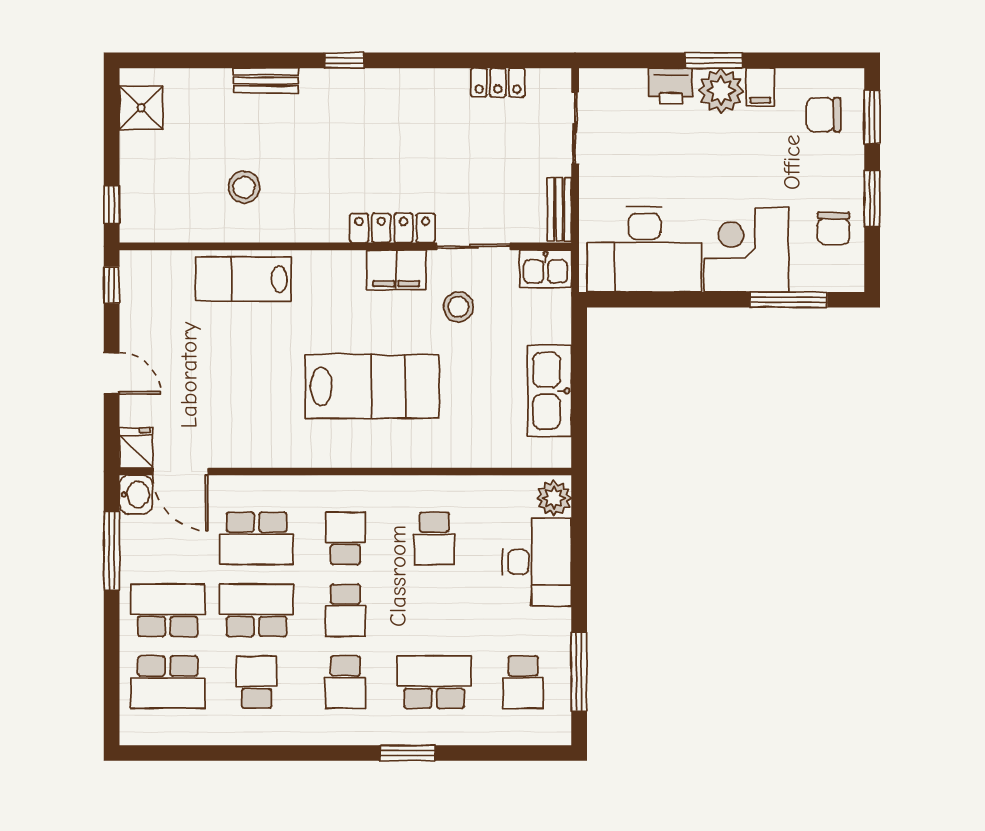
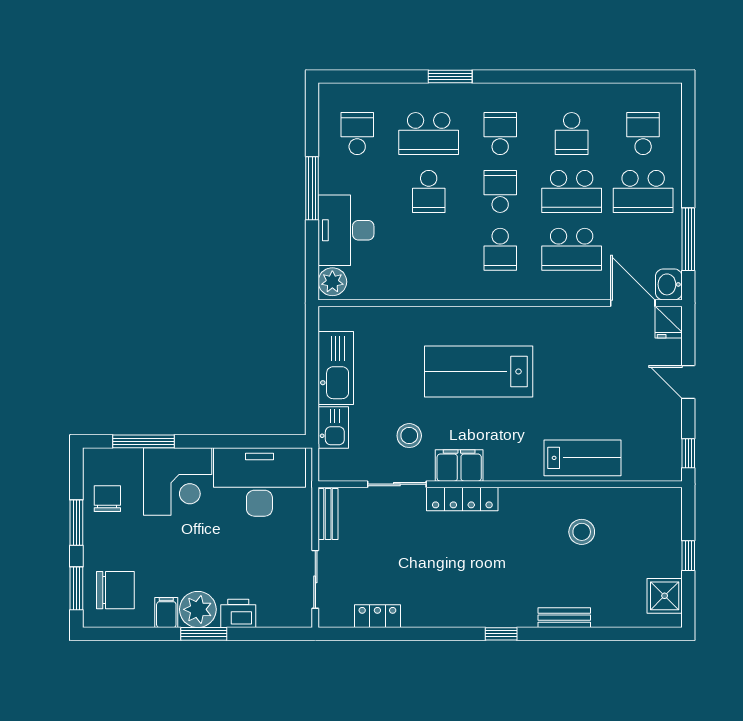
chair: (823, 115) -> (115, 590), width x1.37, depth x1.37
window: (112, 204) -> (688, 556), moved
kitchen sink: (546, 269) -> (333, 427), moved, turned 90
school desk: (257, 538) -> (572, 249), turned 180
school desk: (434, 538) -> (429, 191), moved, turned 180
window: (579, 672) -> (312, 188), moved
school desk: (168, 682) -> (643, 134), width x0.54

